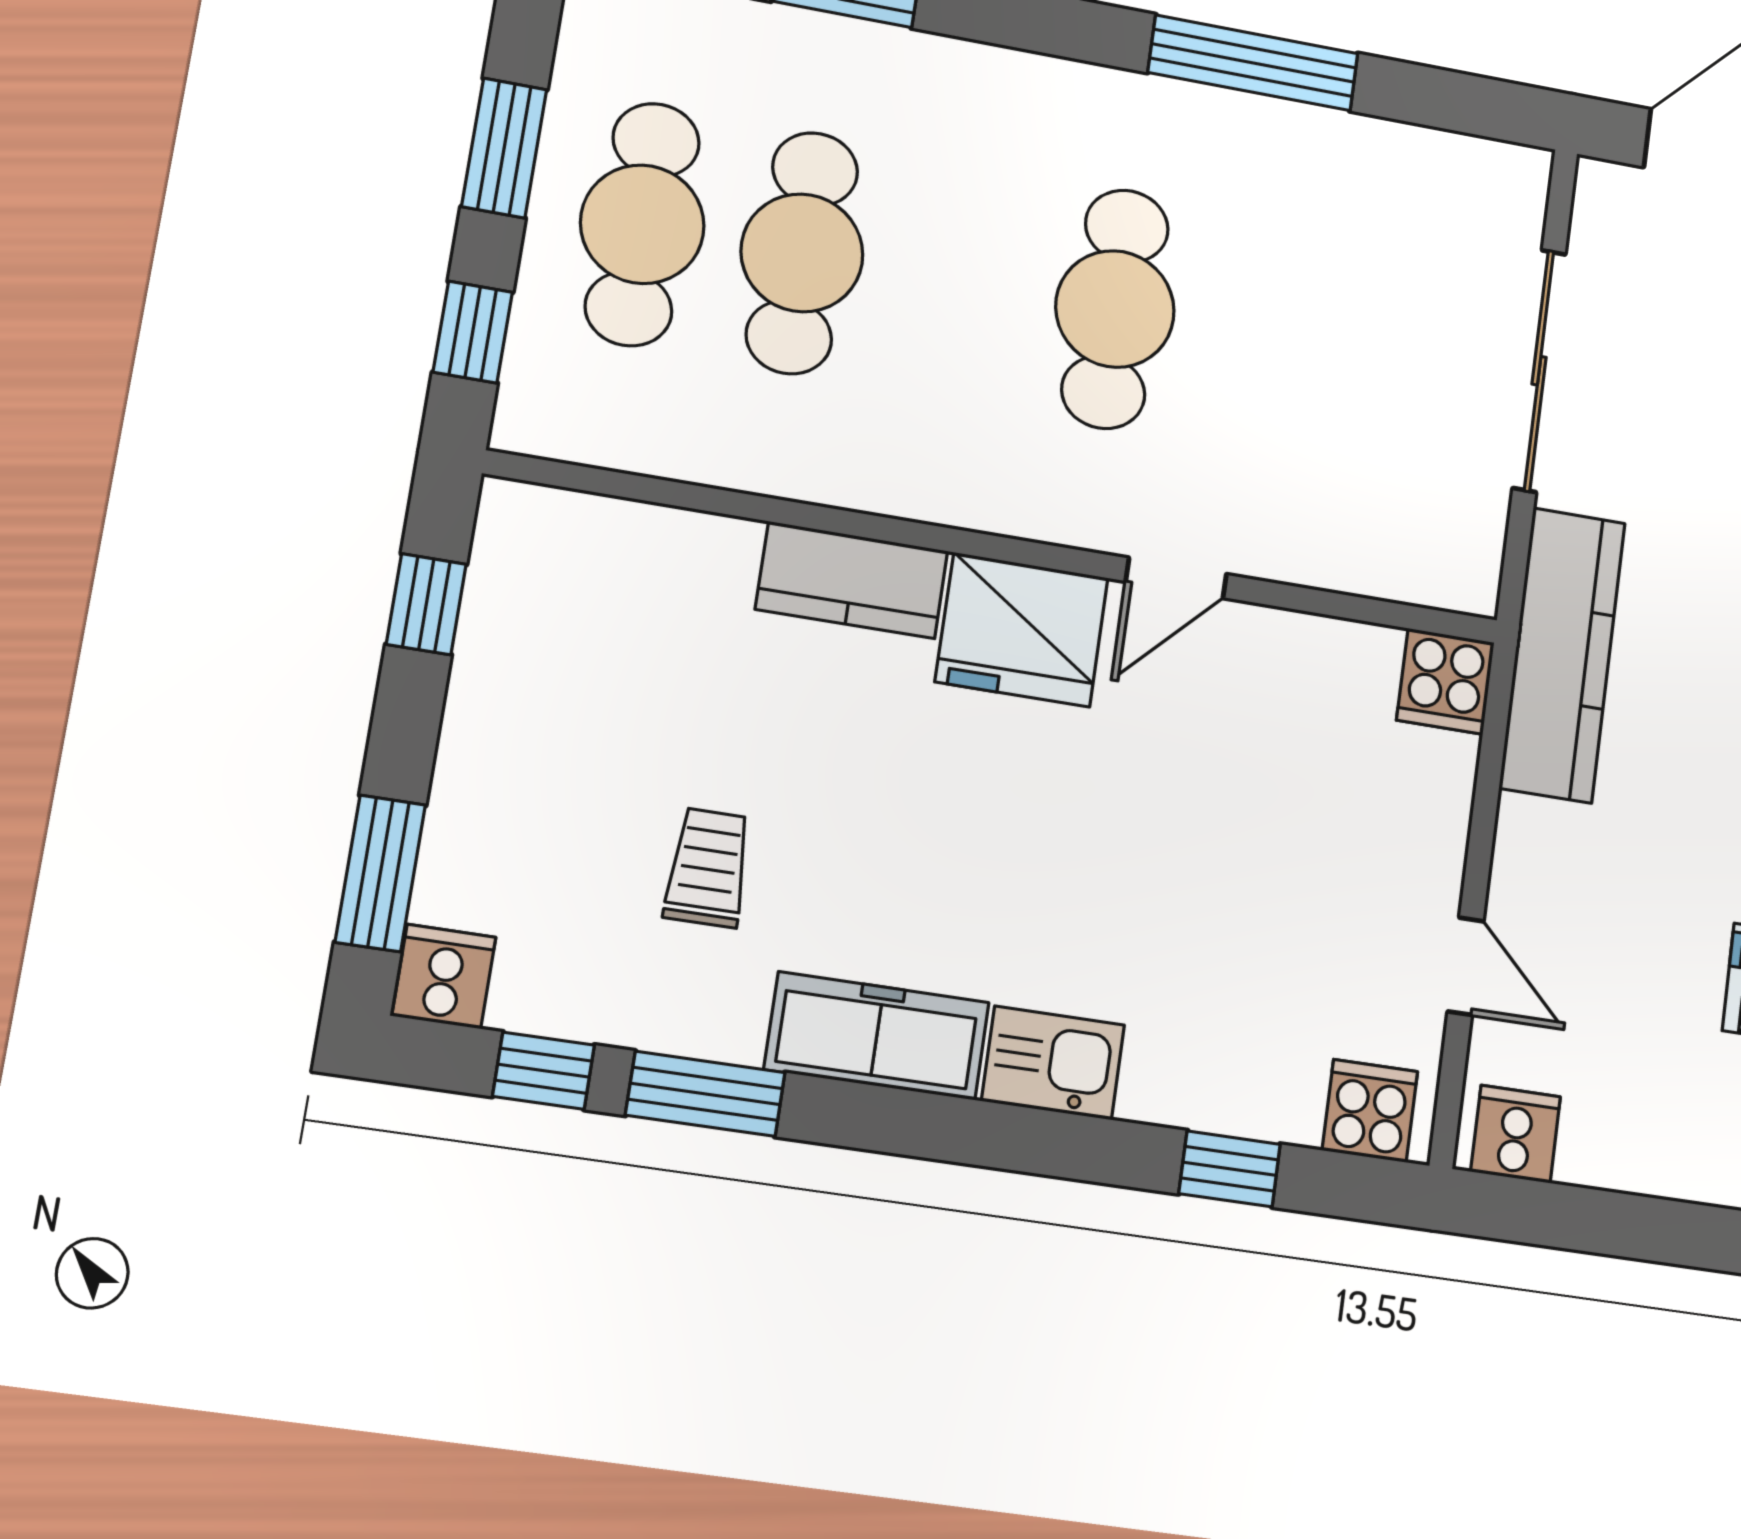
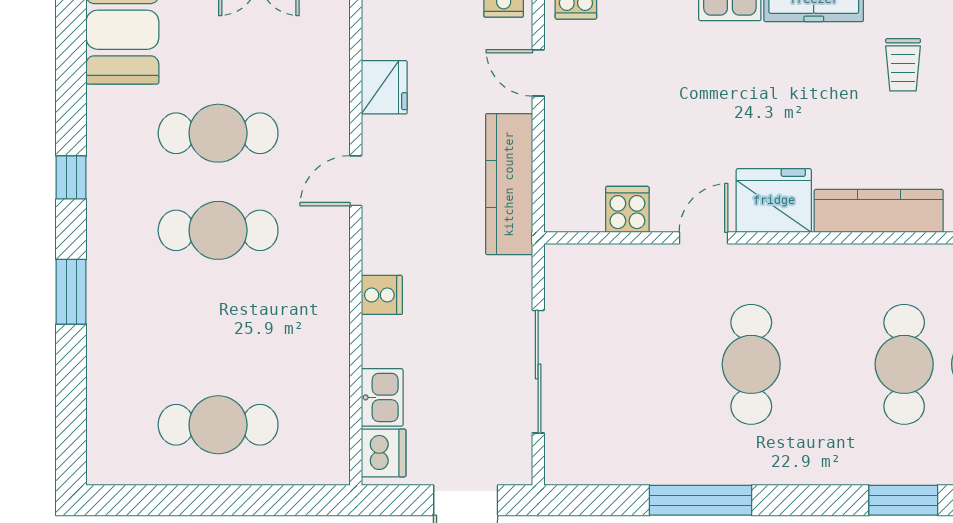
kitchen counter: (852, 580) -> (879, 211), width x1.50
kitchen counter: (1562, 655) -> (509, 184), moved
cooker: (1445, 681) -> (627, 209), moved

